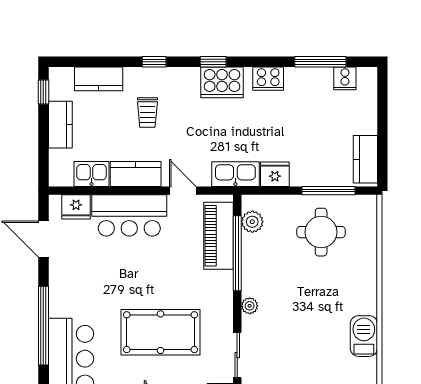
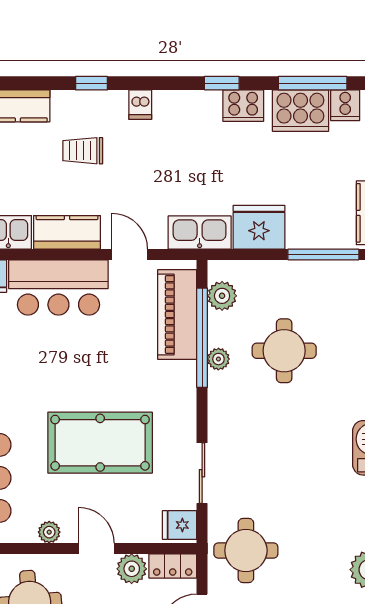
window: (213, 62) -> (222, 83), moved
dishwasher: (191, 78) -> (140, 105), added
cooker: (222, 82) -> (300, 111), moved
trolley: (147, 112) -> (83, 151), turned 90
fridge: (275, 174) -> (259, 227), width x1.36, depth x1.34
round table: (321, 232) -> (284, 351), moved
plant: (250, 306) -> (218, 359), moved

